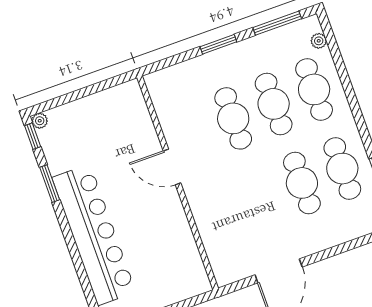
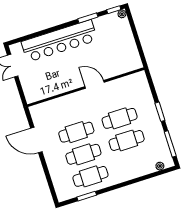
cafe table: (314, 89) -> (76, 132), moved
door: (172, 167) -> (95, 84), hinge flipped

